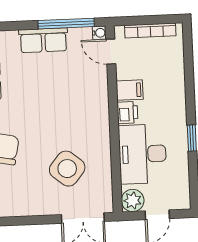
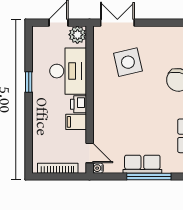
window: (66, 24) -> (149, 177), moved
side table: (67, 169) -> (128, 62), turned 38

